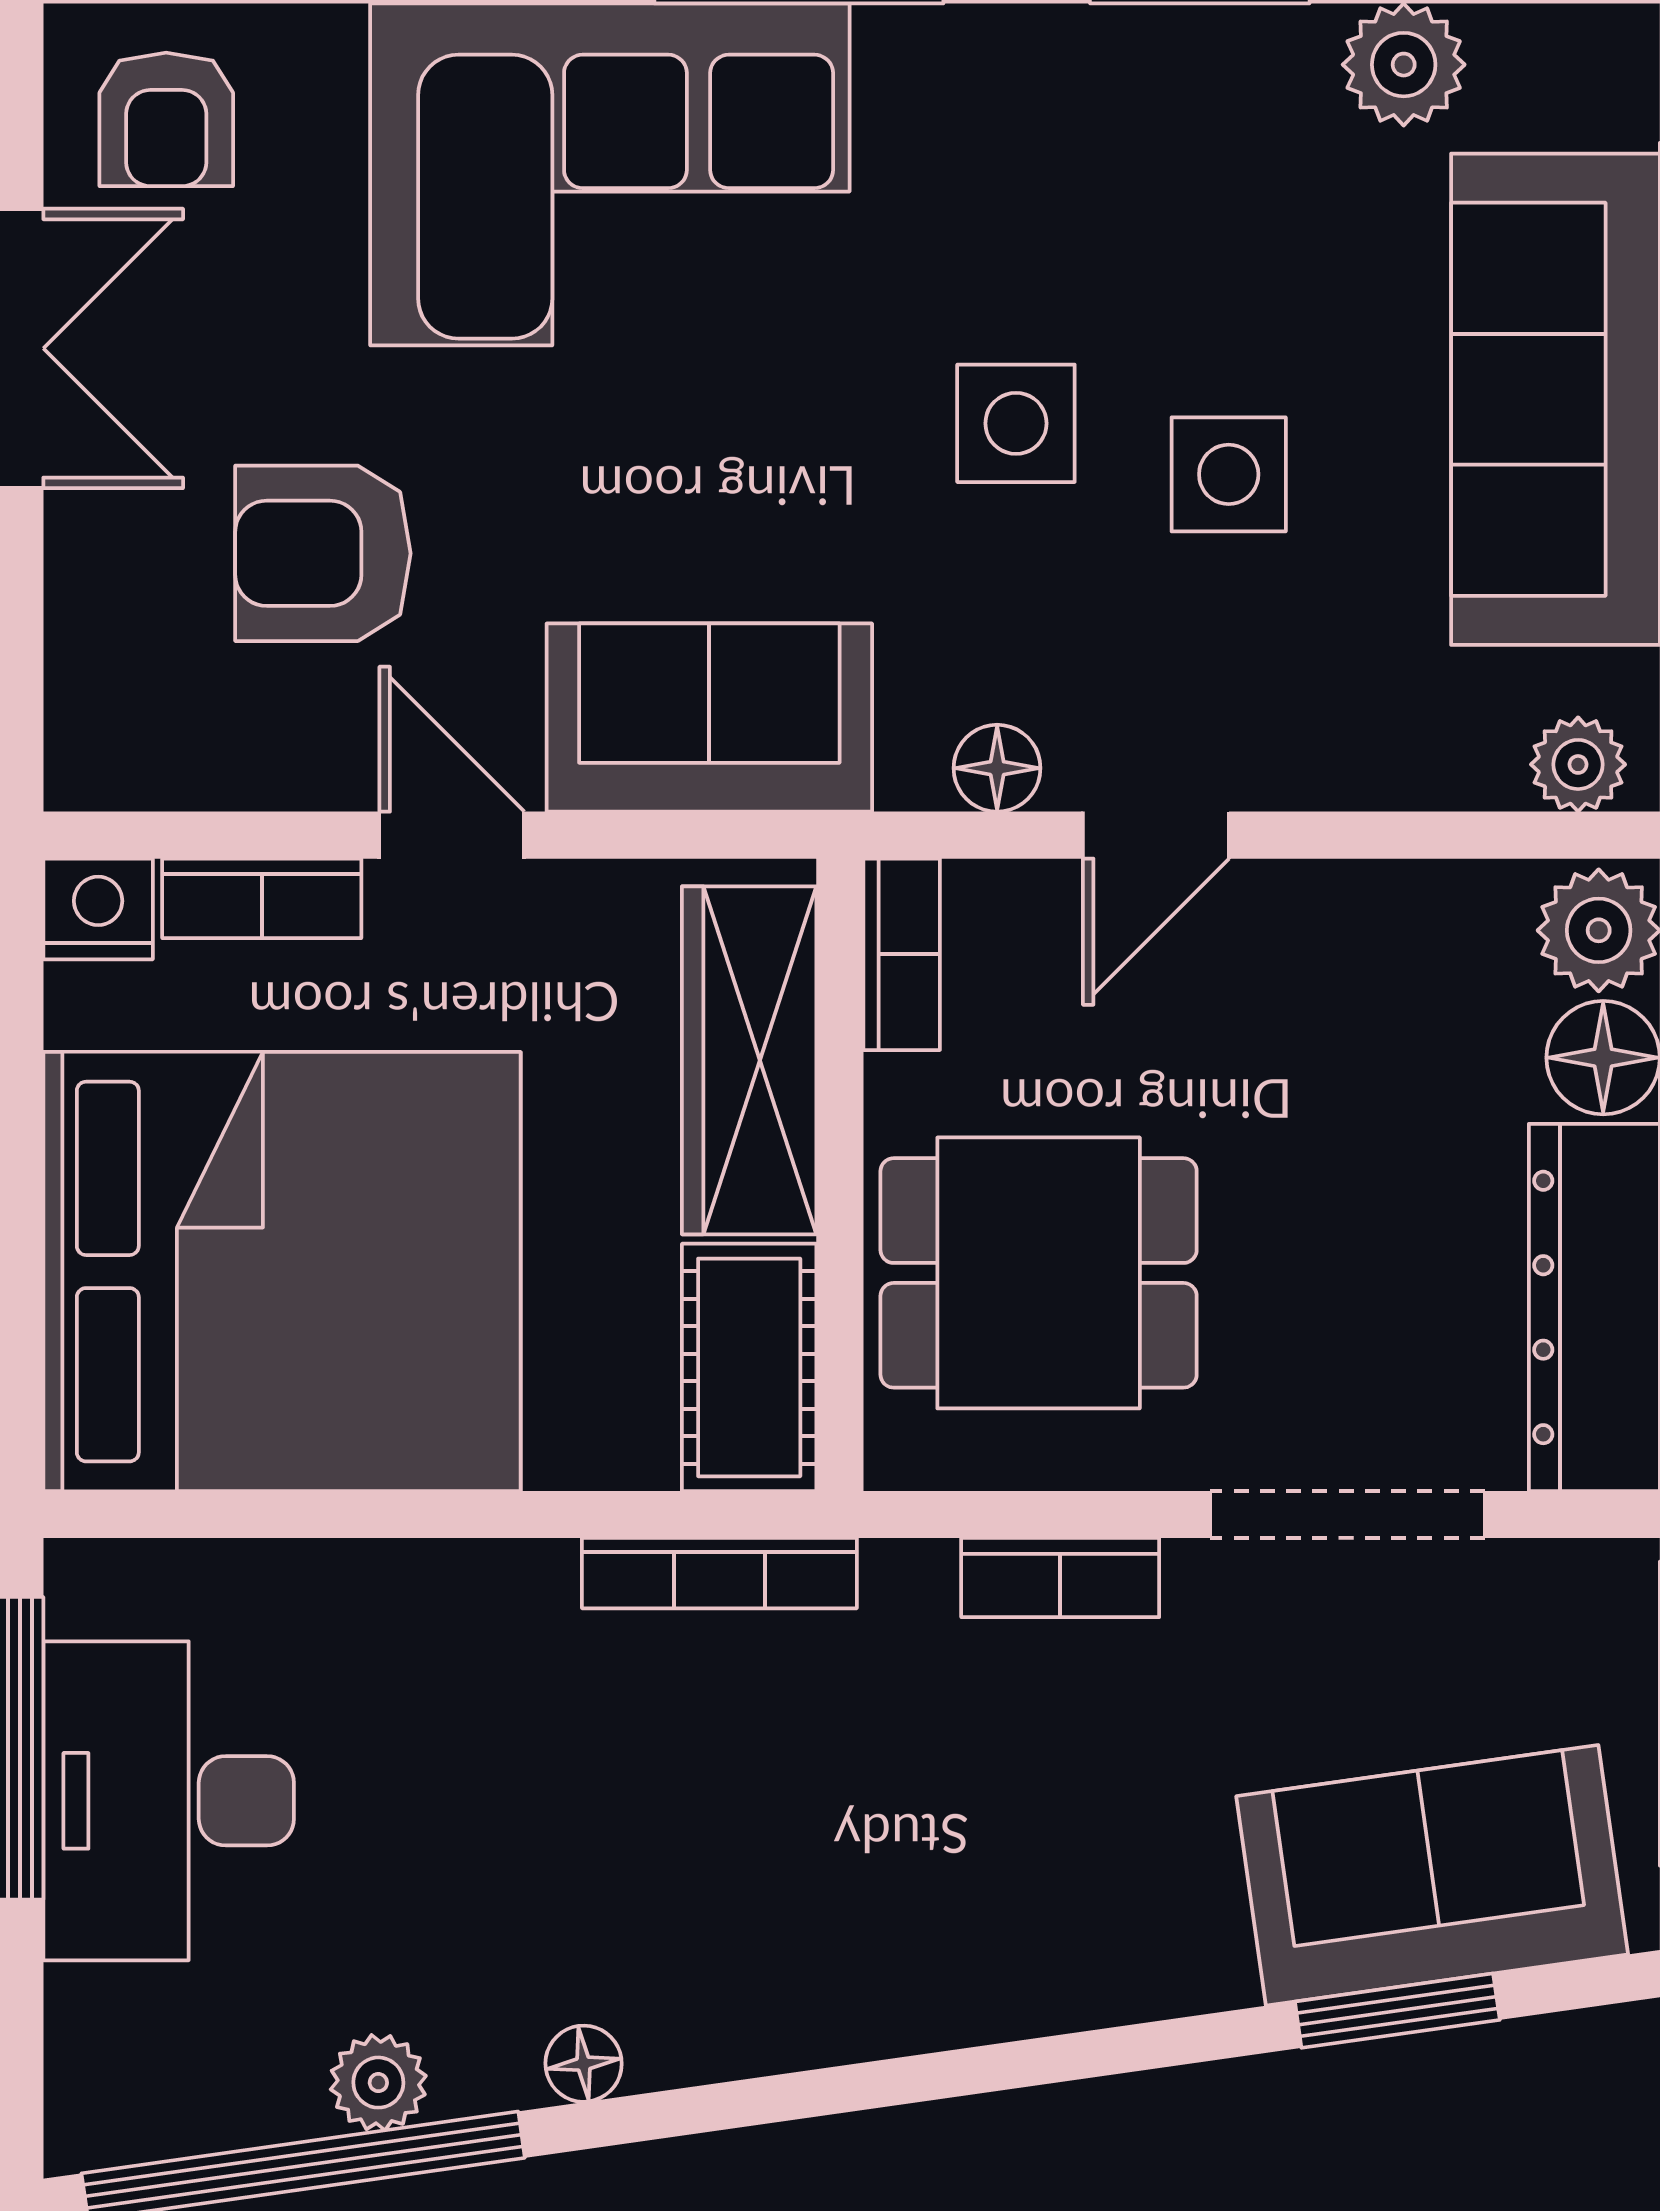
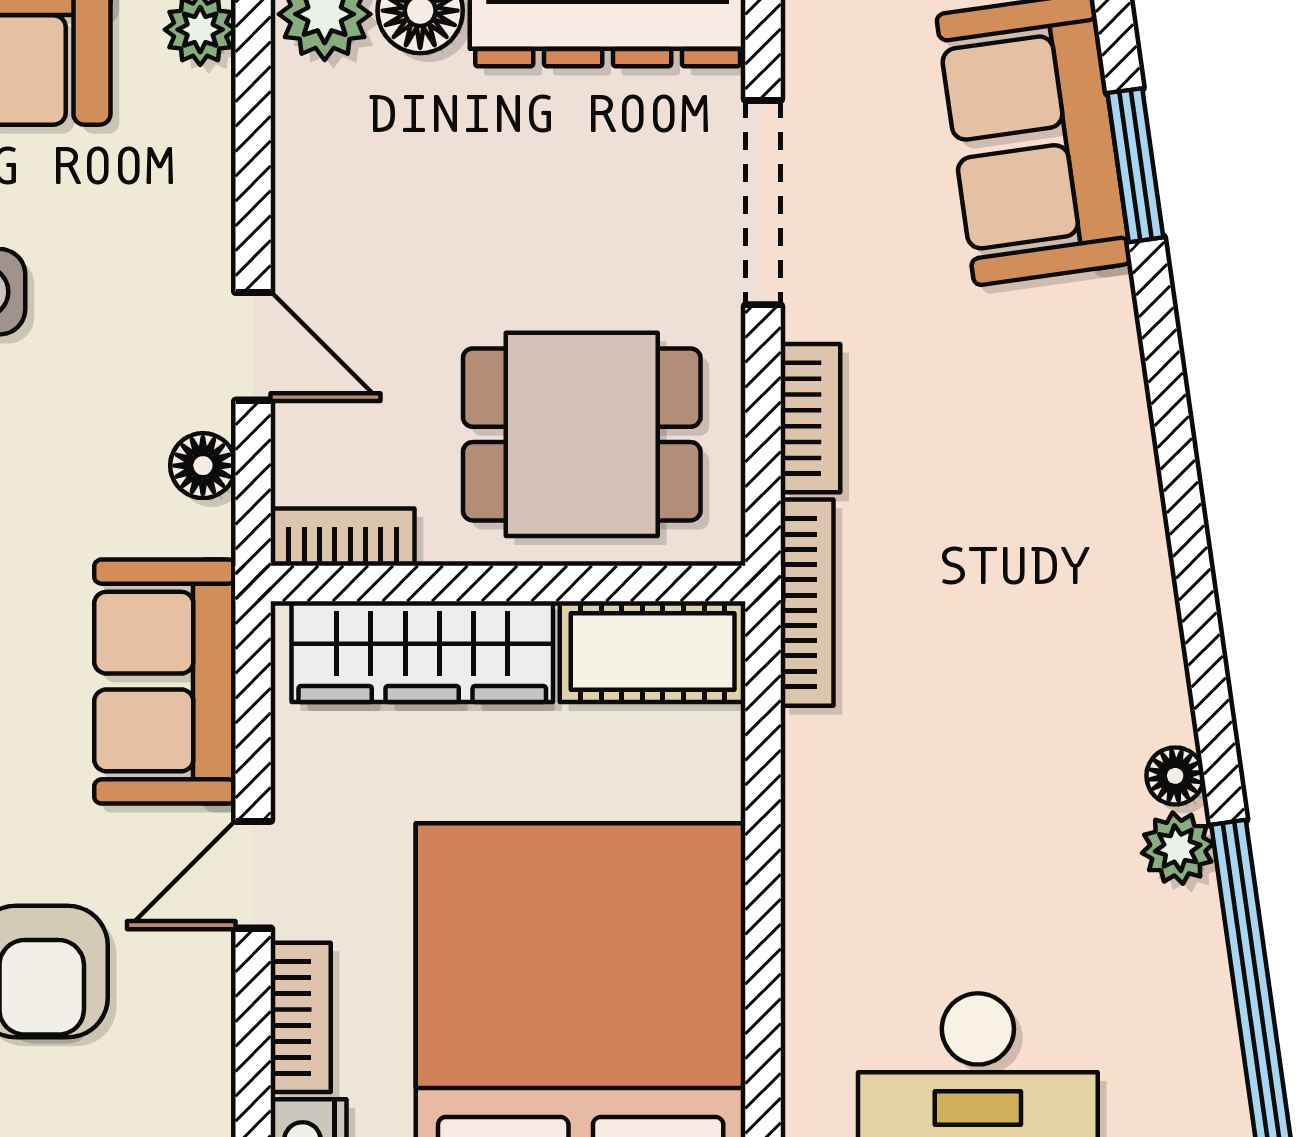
dining table: (1039, 1273) -> (582, 434), turned 90
bookcase: (719, 1573) -> (807, 603), moved
plant: (378, 2083) -> (1178, 848), moved

